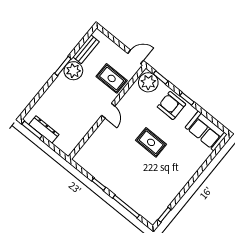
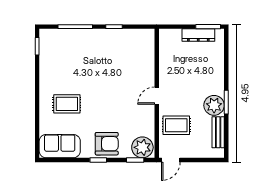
door: (108, 111) -> (157, 96), hinge flipped
rug: (151, 142) -> (67, 104), moved

